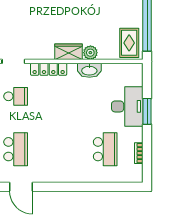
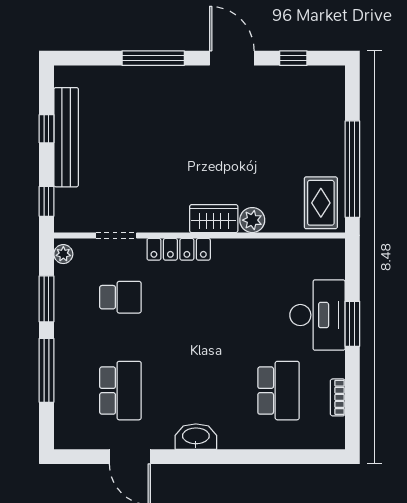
washbasin: (89, 70) -> (196, 437), moved, turned 180

